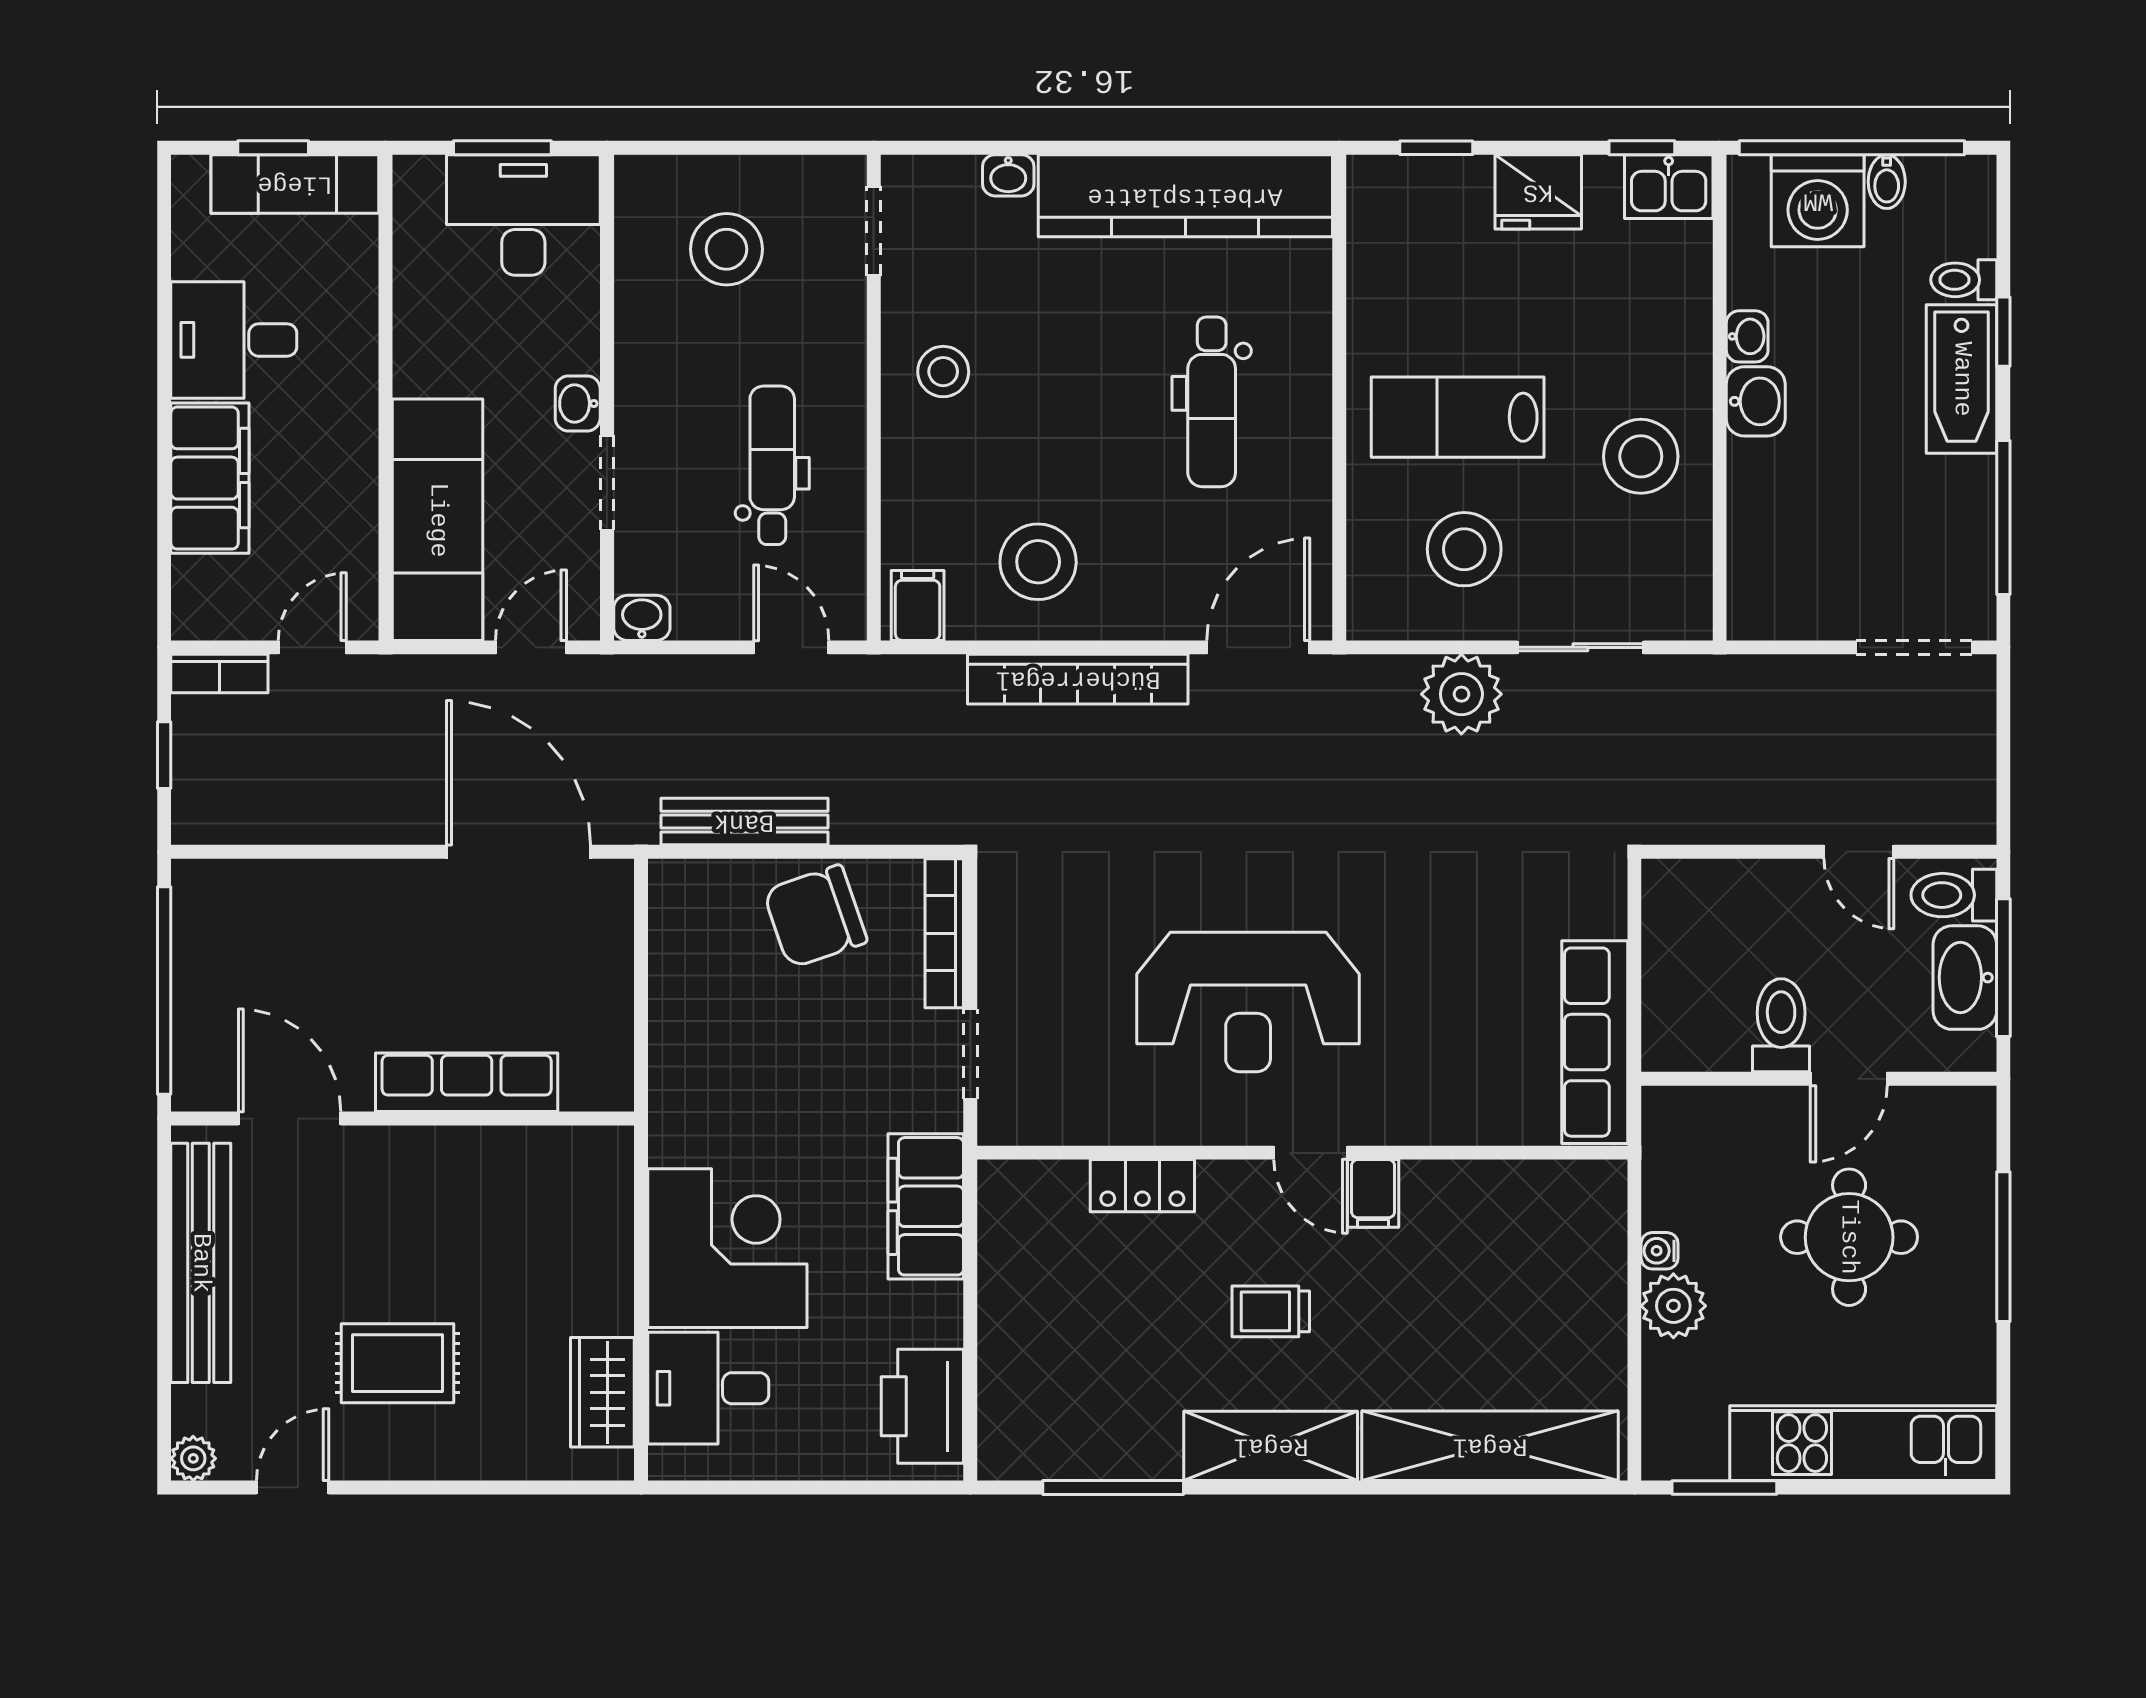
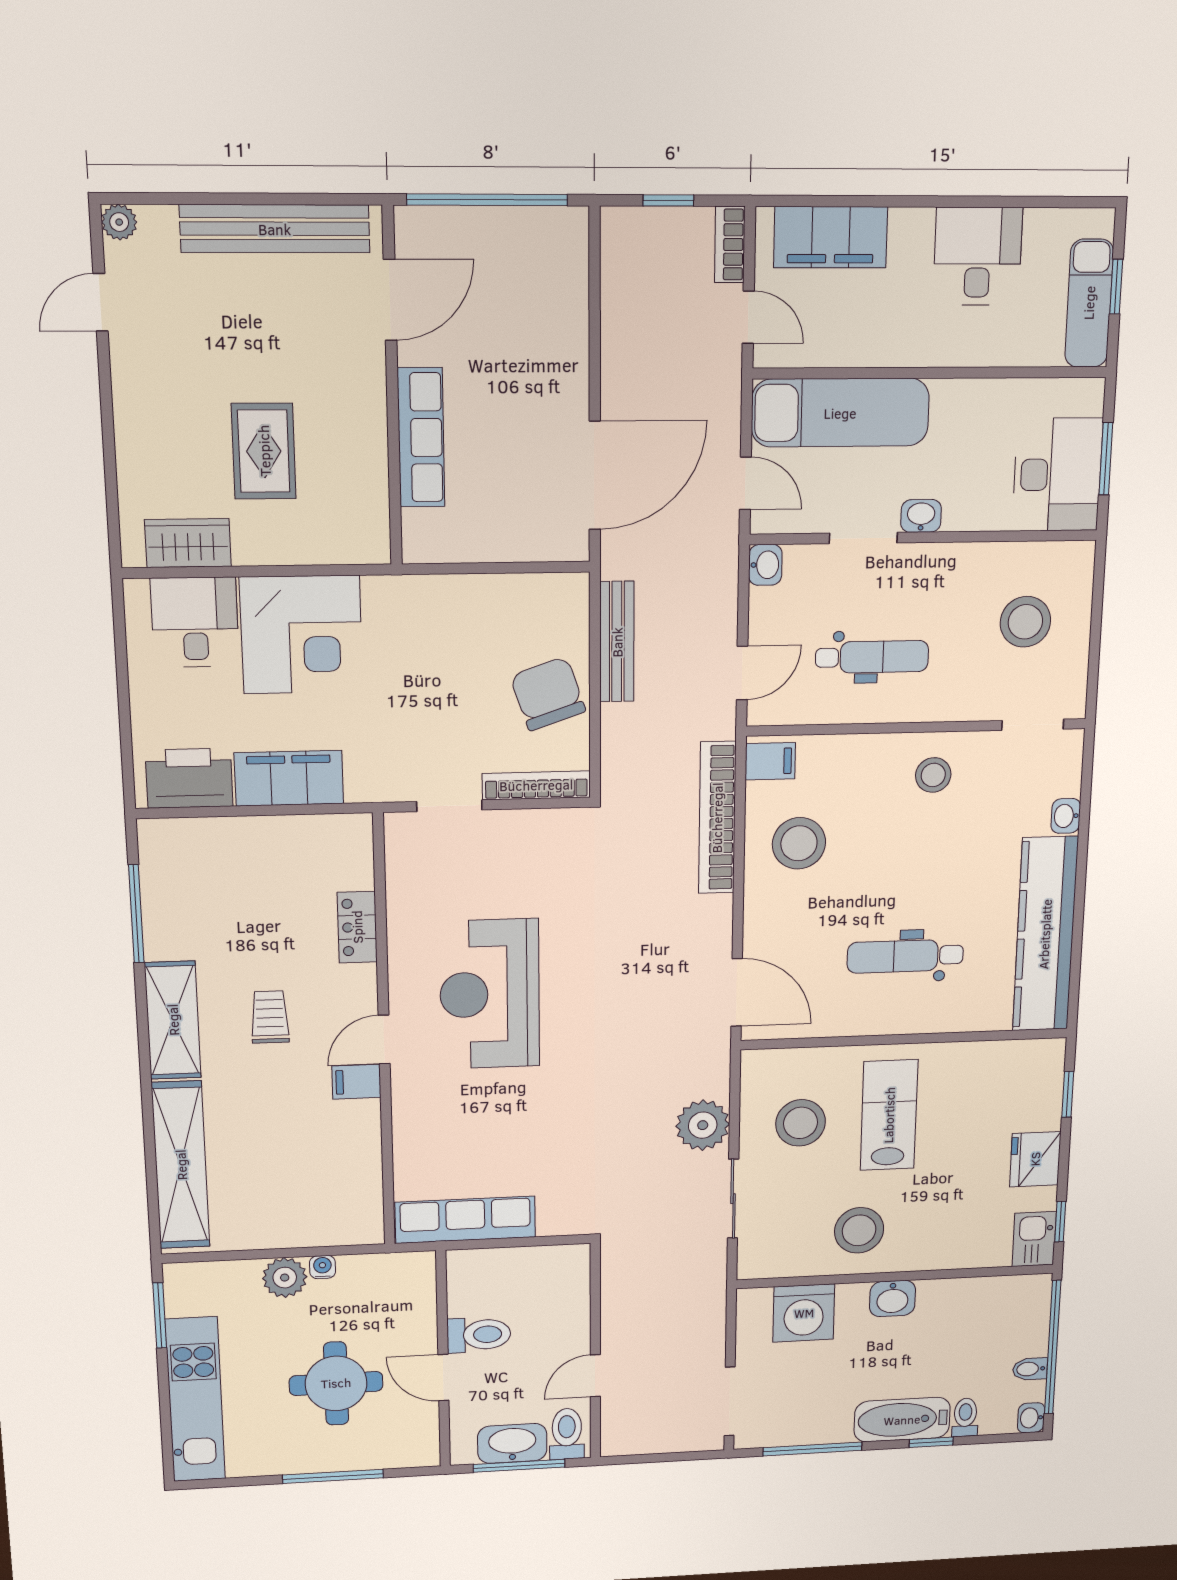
washing machine: (1818, 201) -> (804, 1313), moved, turned -90
washbasin: (1747, 336) -> (1031, 1418), moved, turned 90
filing cabinet: (210, 478) -> (831, 237), moved
bookcase: (1078, 679) -> (717, 818), moved
filing cabinet: (926, 1206) -> (289, 778), moved
rug: (398, 1363) -> (264, 451), moved
door: (293, 1487) -> (101, 302), swing flipped

